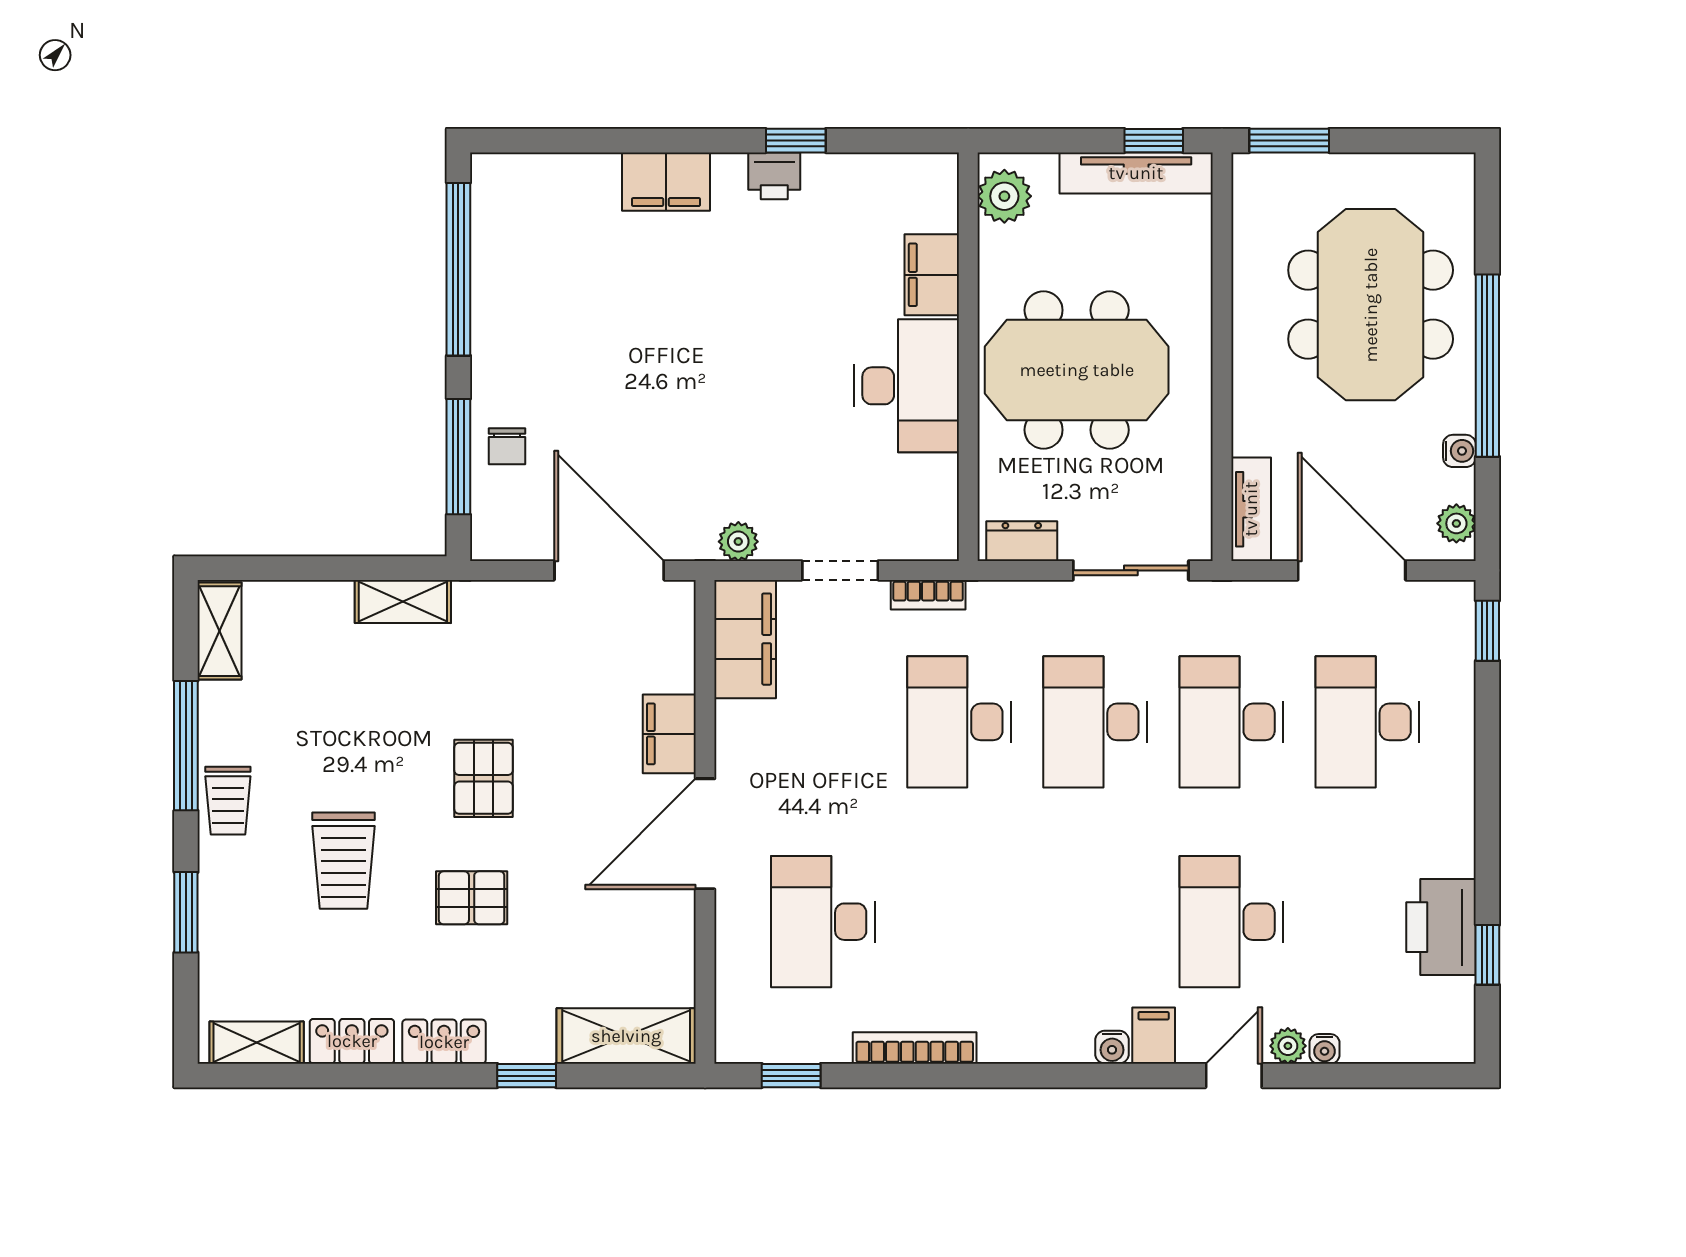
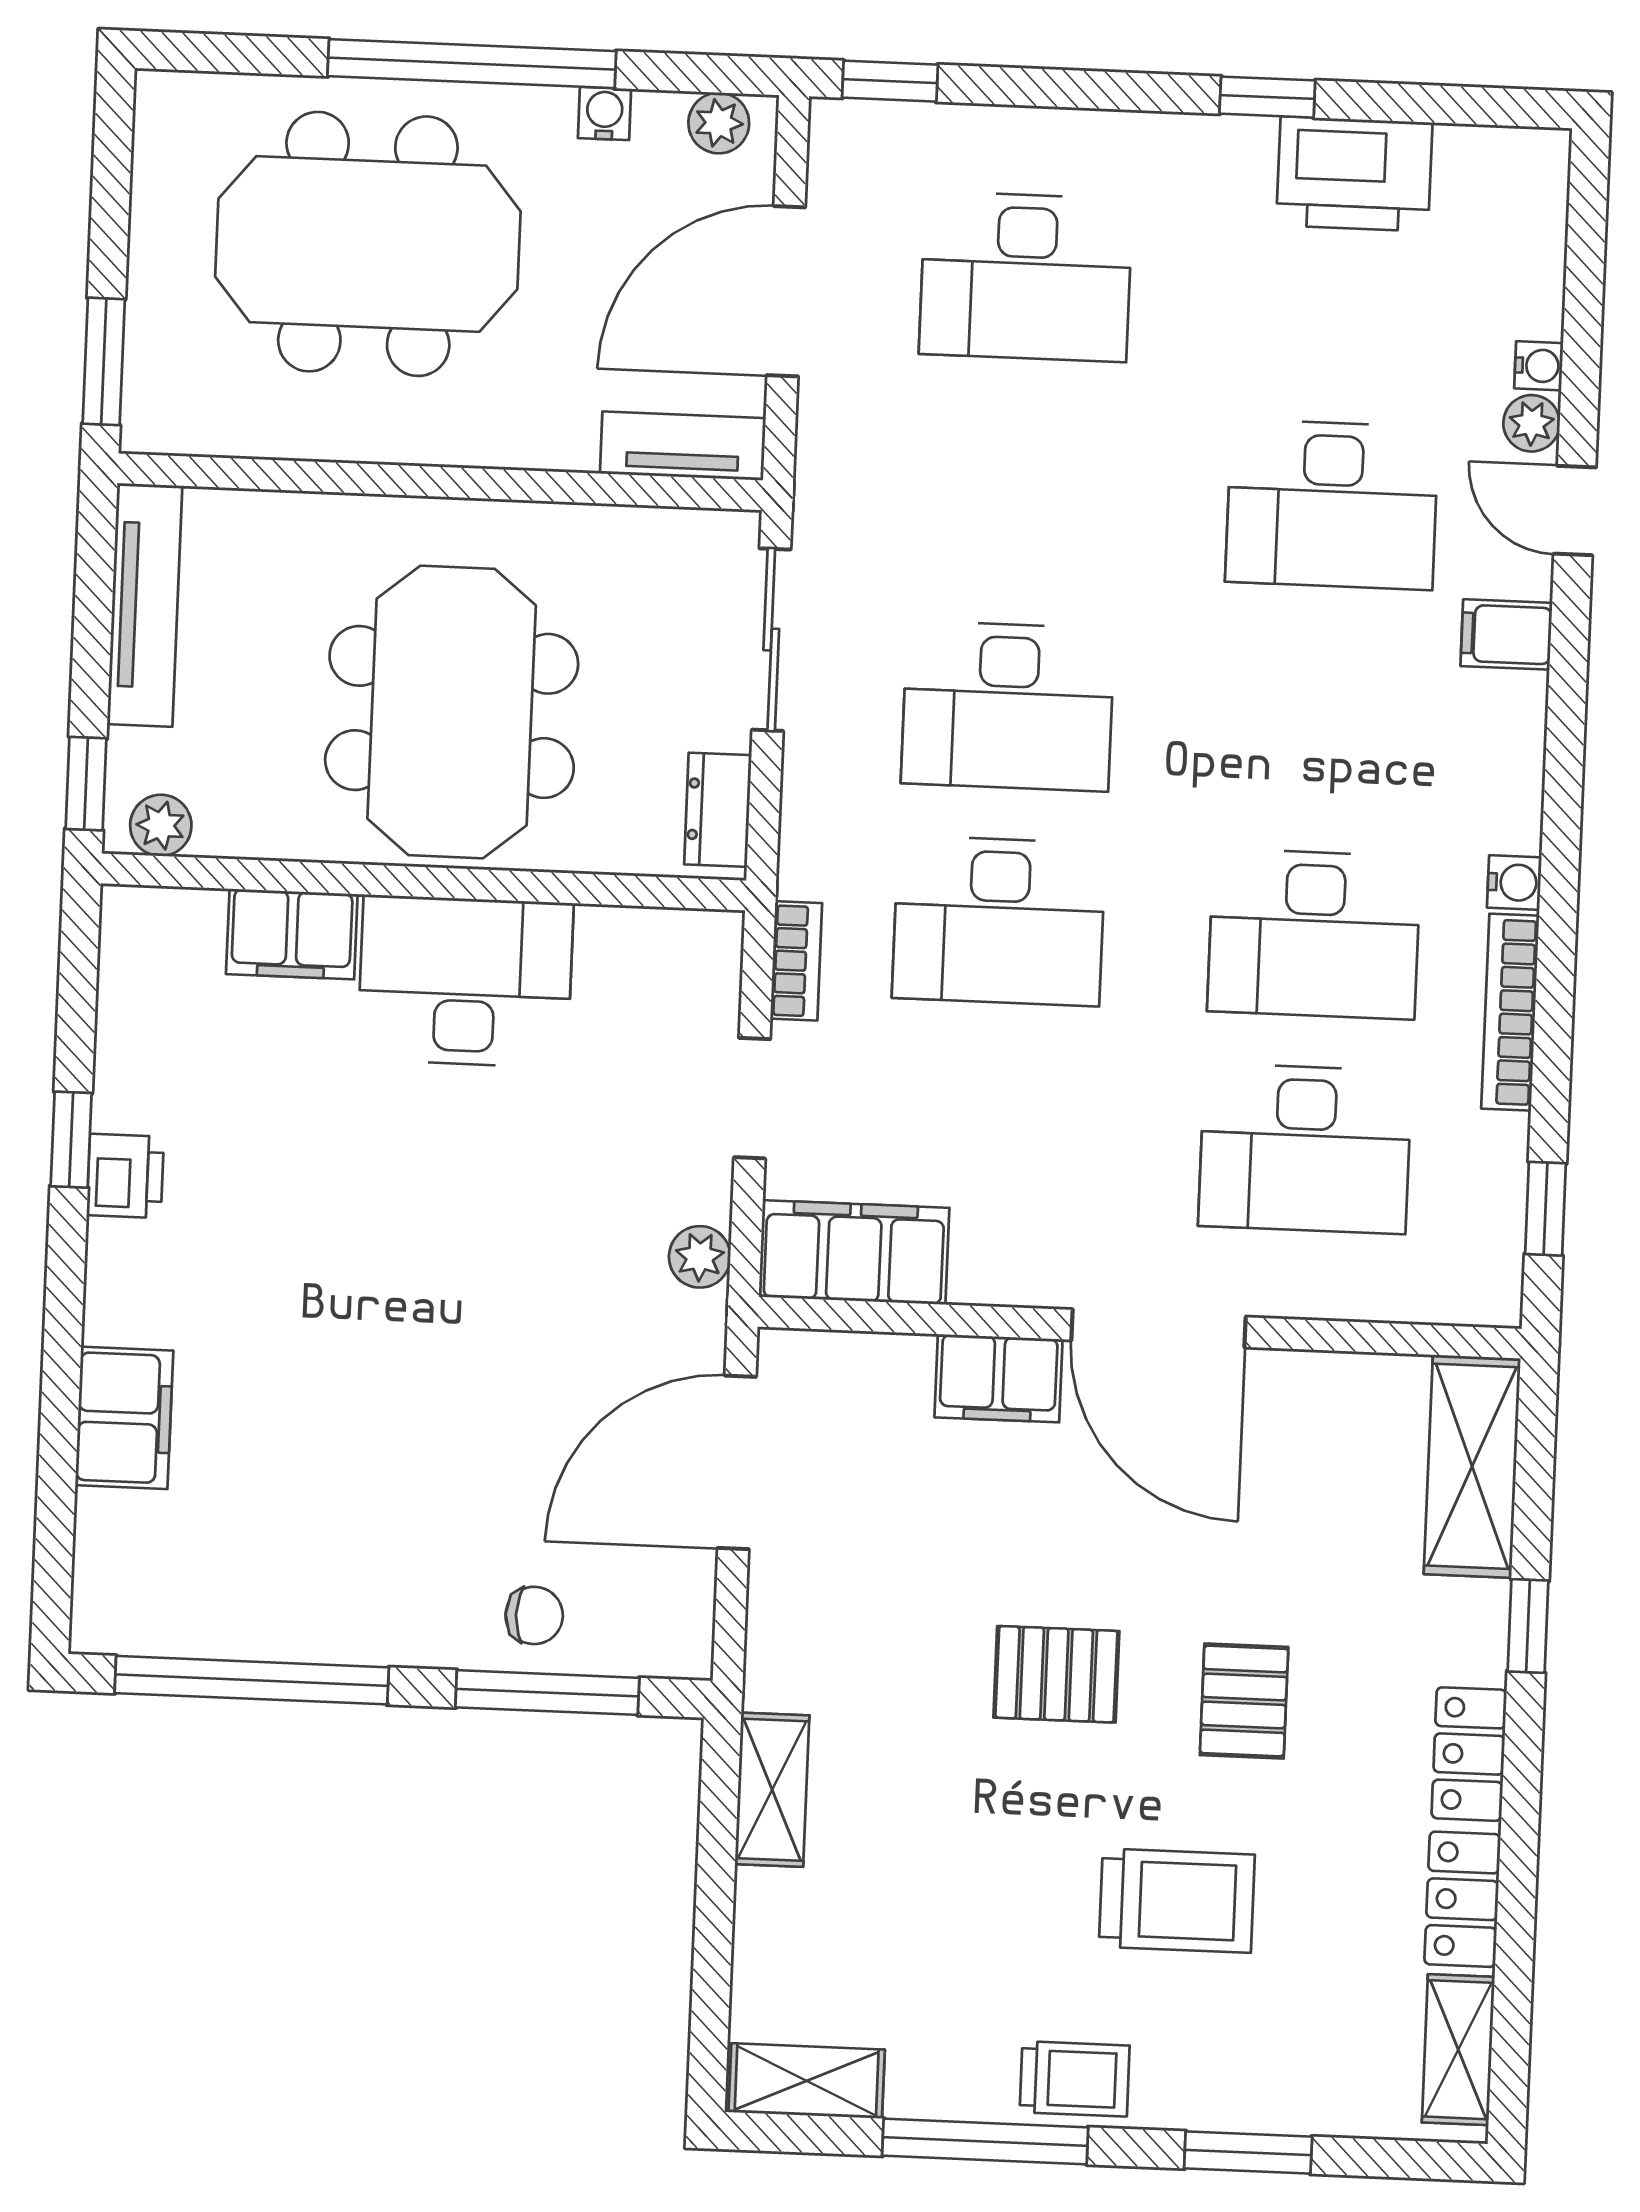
window: (1154, 141) -> (86, 784), moved
filing cabinet: (666, 182) -> (124, 1418), moved
plant: (1004, 196) -> (161, 825), width x0.73, depth x0.73
desk: (1231, 722) -> (1314, 934), moved
window: (1487, 955) -> (1267, 97), moved
water cooler: (1112, 1047) -> (1514, 882), moved

